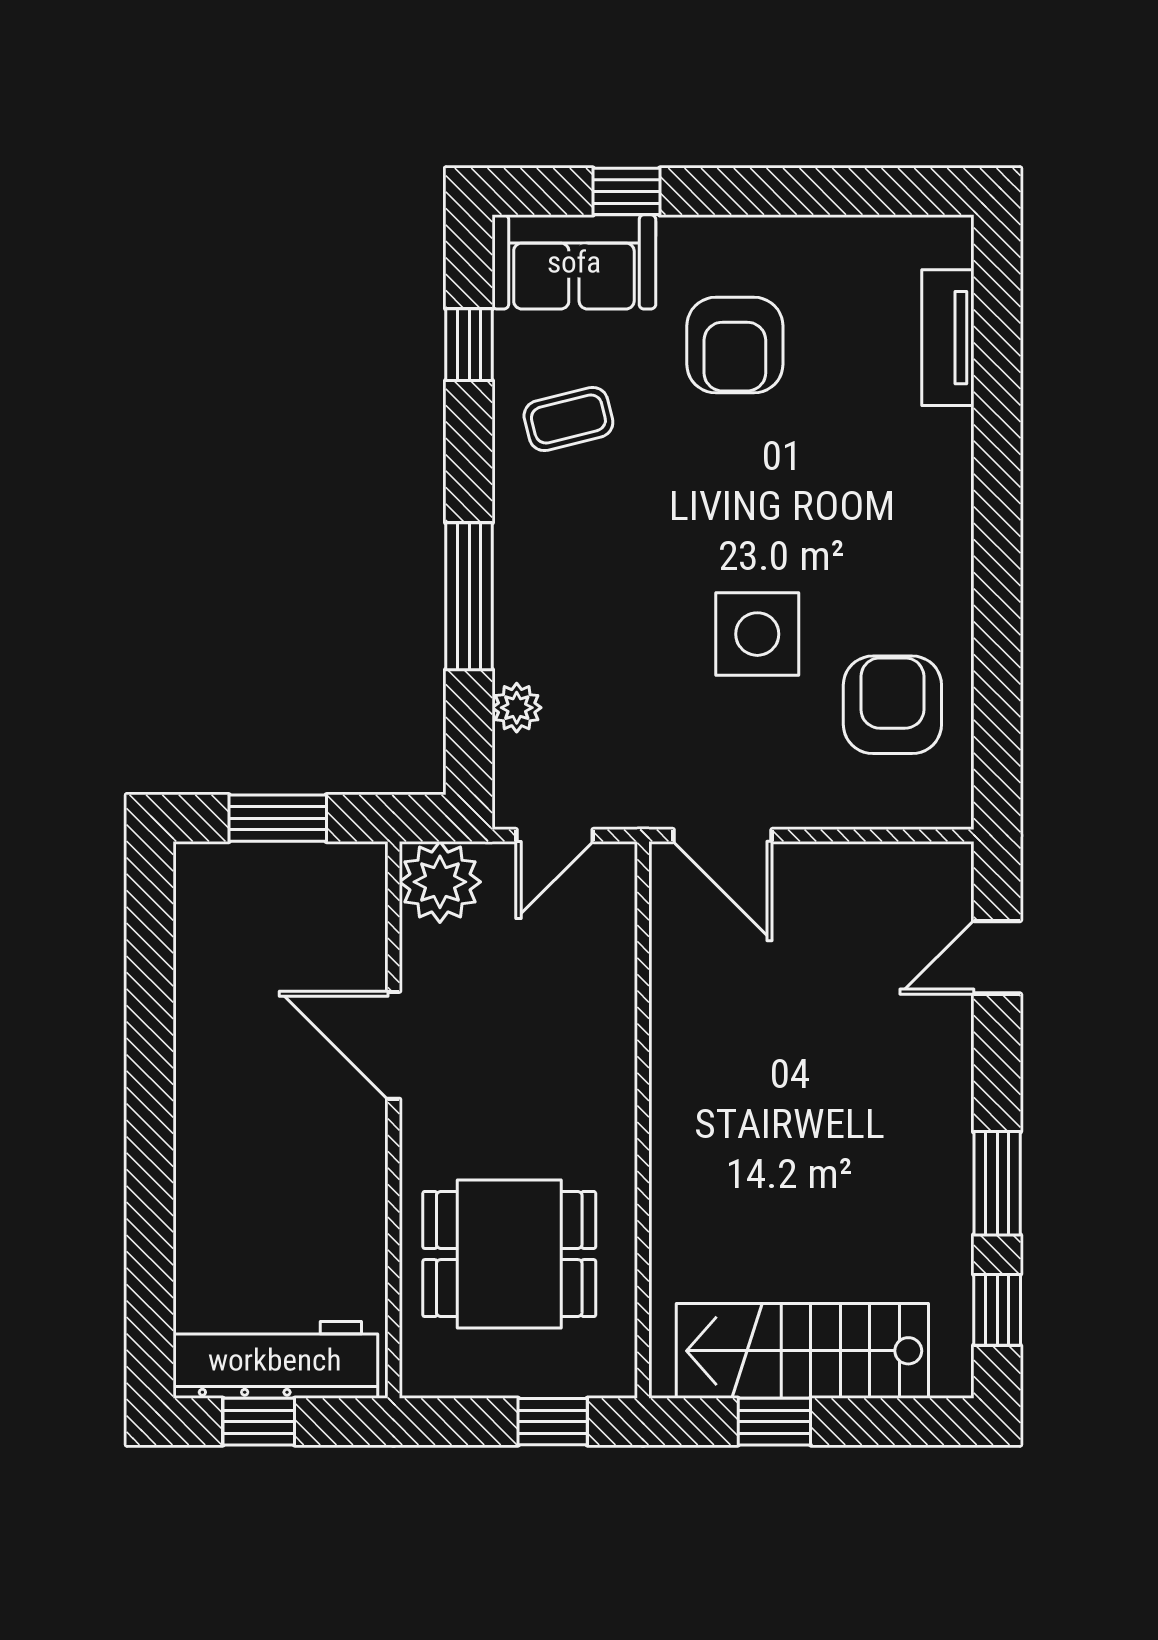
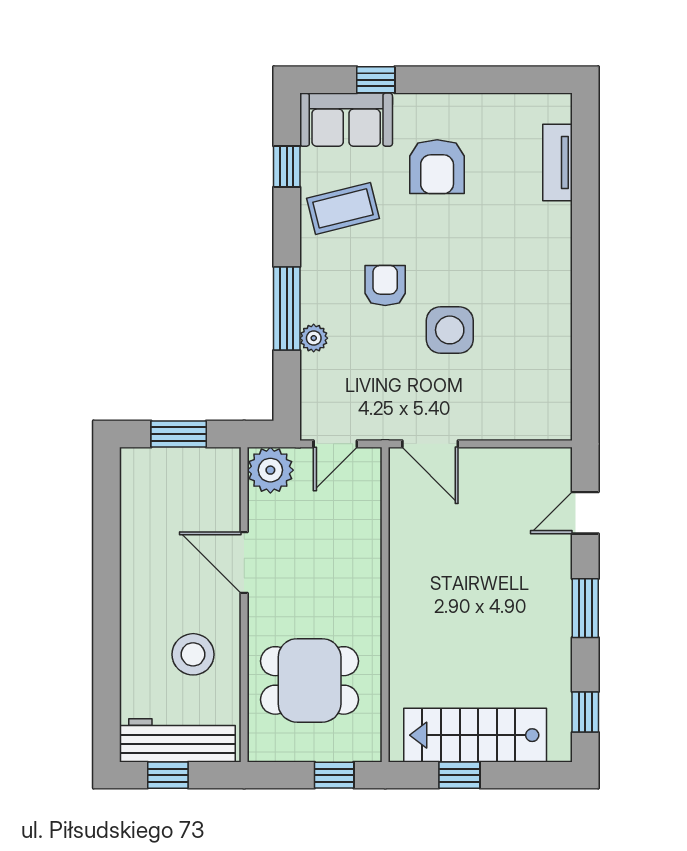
coffee table: (568, 419) -> (343, 208), width x1.36, depth x1.30
armchair: (892, 705) -> (385, 285), moved, width x0.72, depth x0.72
plant: (517, 708) -> (314, 338), moved
window: (997, 1183) -> (585, 608), moved
stool: (303, 1208) -> (193, 654), added

